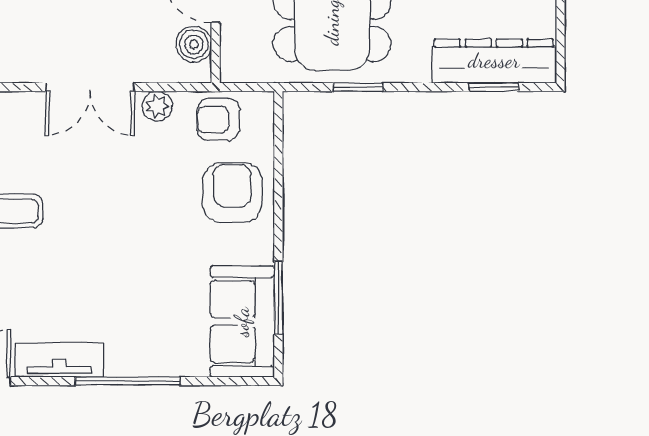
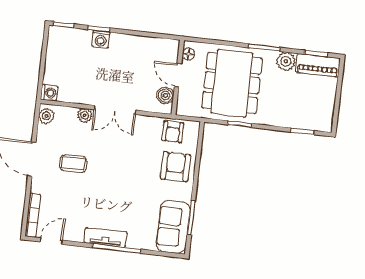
dresser: (494, 61) -> (304, 119), removed
plant: (157, 106) -> (85, 115), moved
armchair: (218, 119) -> (173, 132), turned -90
tv unit: (59, 360) -> (106, 237), moved

